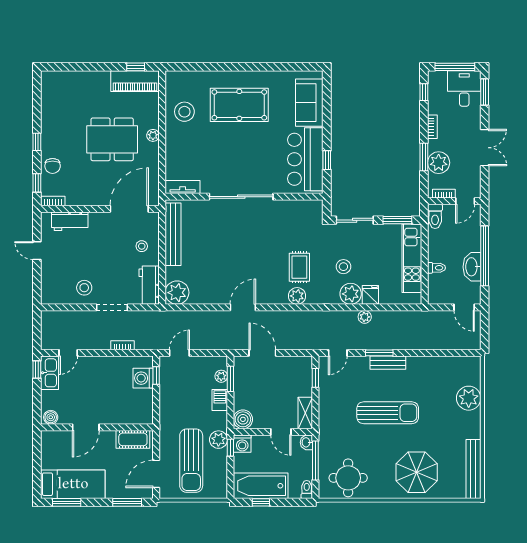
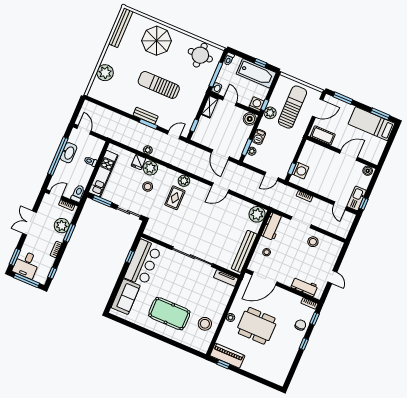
door: (68, 353) -> (340, 206), swing flipped

